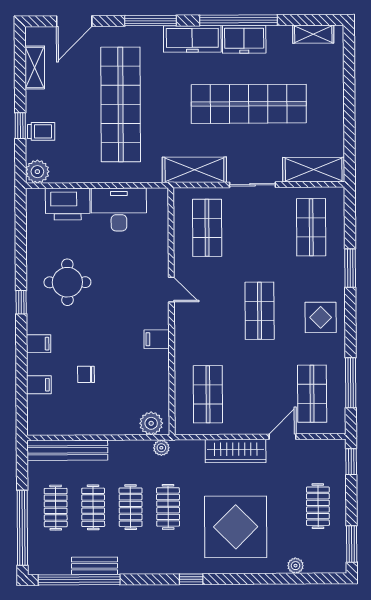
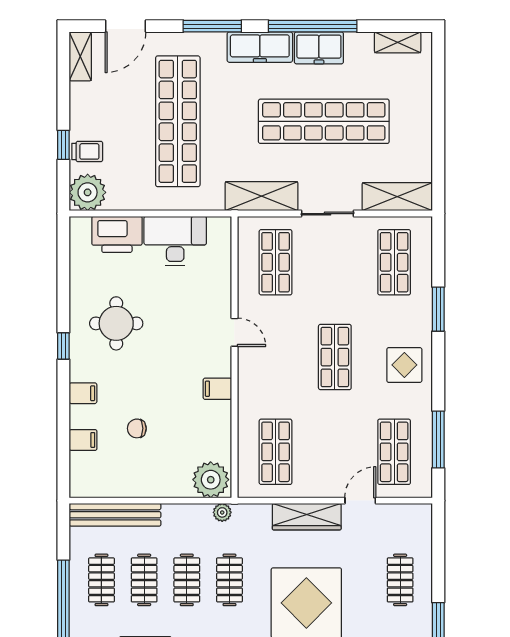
shelving: (35, 68) -> (80, 56), moved
plant: (37, 172) -> (88, 192), width x1.36, depth x1.36
plant: (151, 423) -> (211, 480), width x1.36, depth x1.36
window: (351, 462) -> (438, 529), removed

